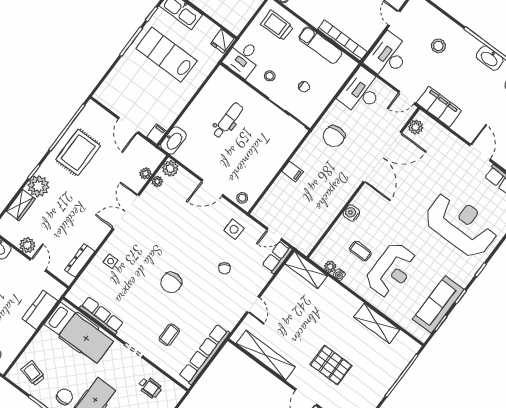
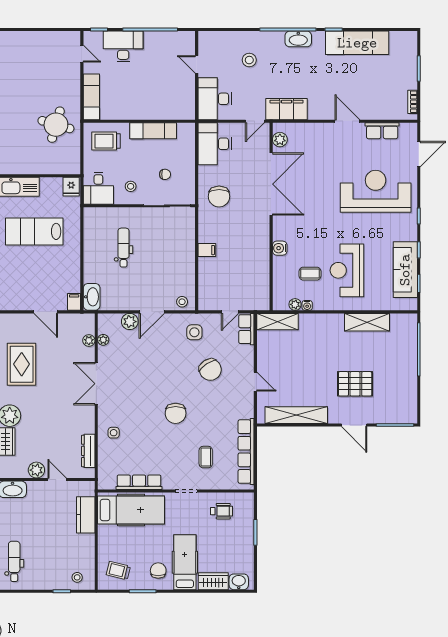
bookcase: (342, 40) -> (168, 114), removed
plant: (170, 168) -> (130, 322), moved
chair: (225, 268) -> (210, 370), width x1.87, depth x1.87
reception desk: (391, 270) -> (347, 270), turned 180

